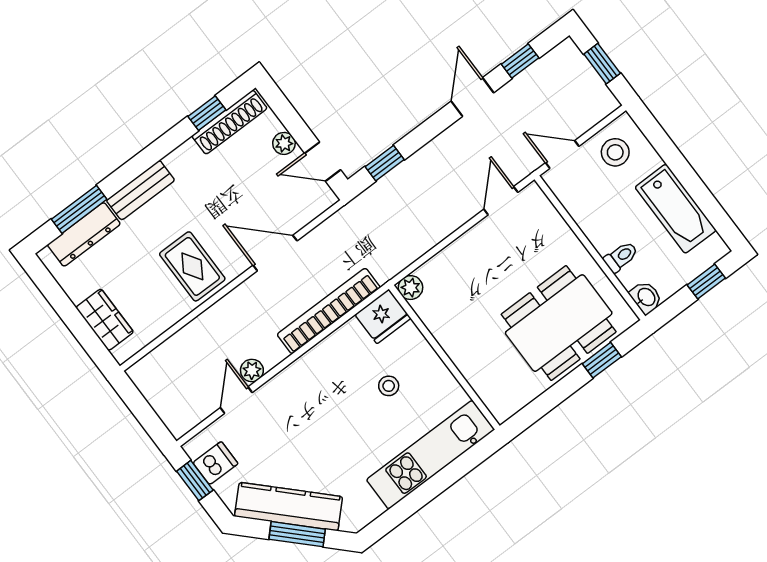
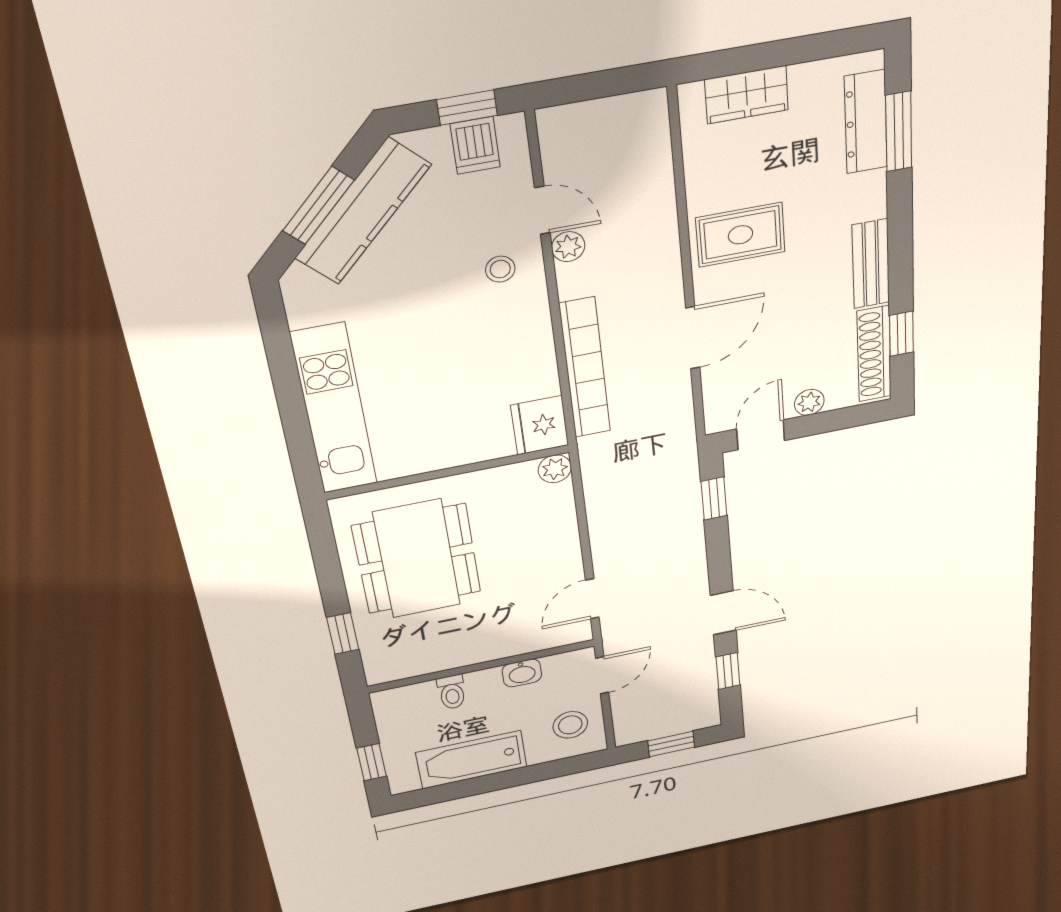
bench: (140, 190) -> (871, 264), moved
door: (501, 201) -> (592, 599), swing flipped
washbasin: (646, 297) -> (522, 673), moved
dining table: (559, 323) -> (417, 559), moved
stool: (389, 386) -> (500, 269), moved

